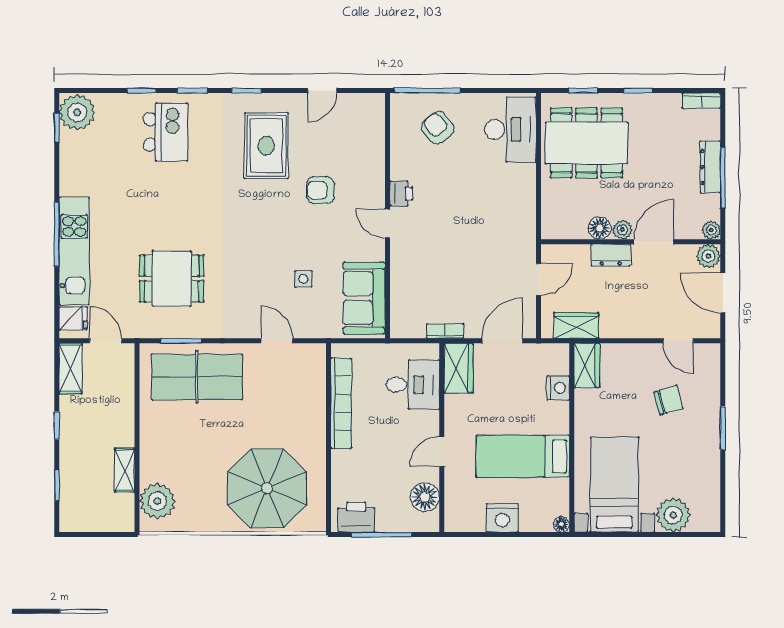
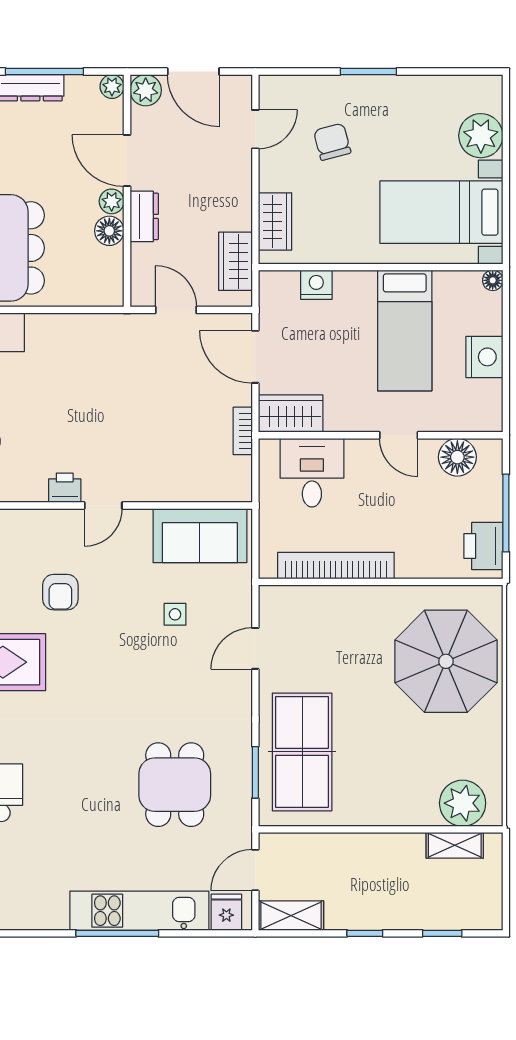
door: (723, 293) -> (193, 72), hinge flipped
wardrobe: (587, 365) -> (275, 222), moved, turned 90
shelving: (125, 470) -> (455, 845), moved

